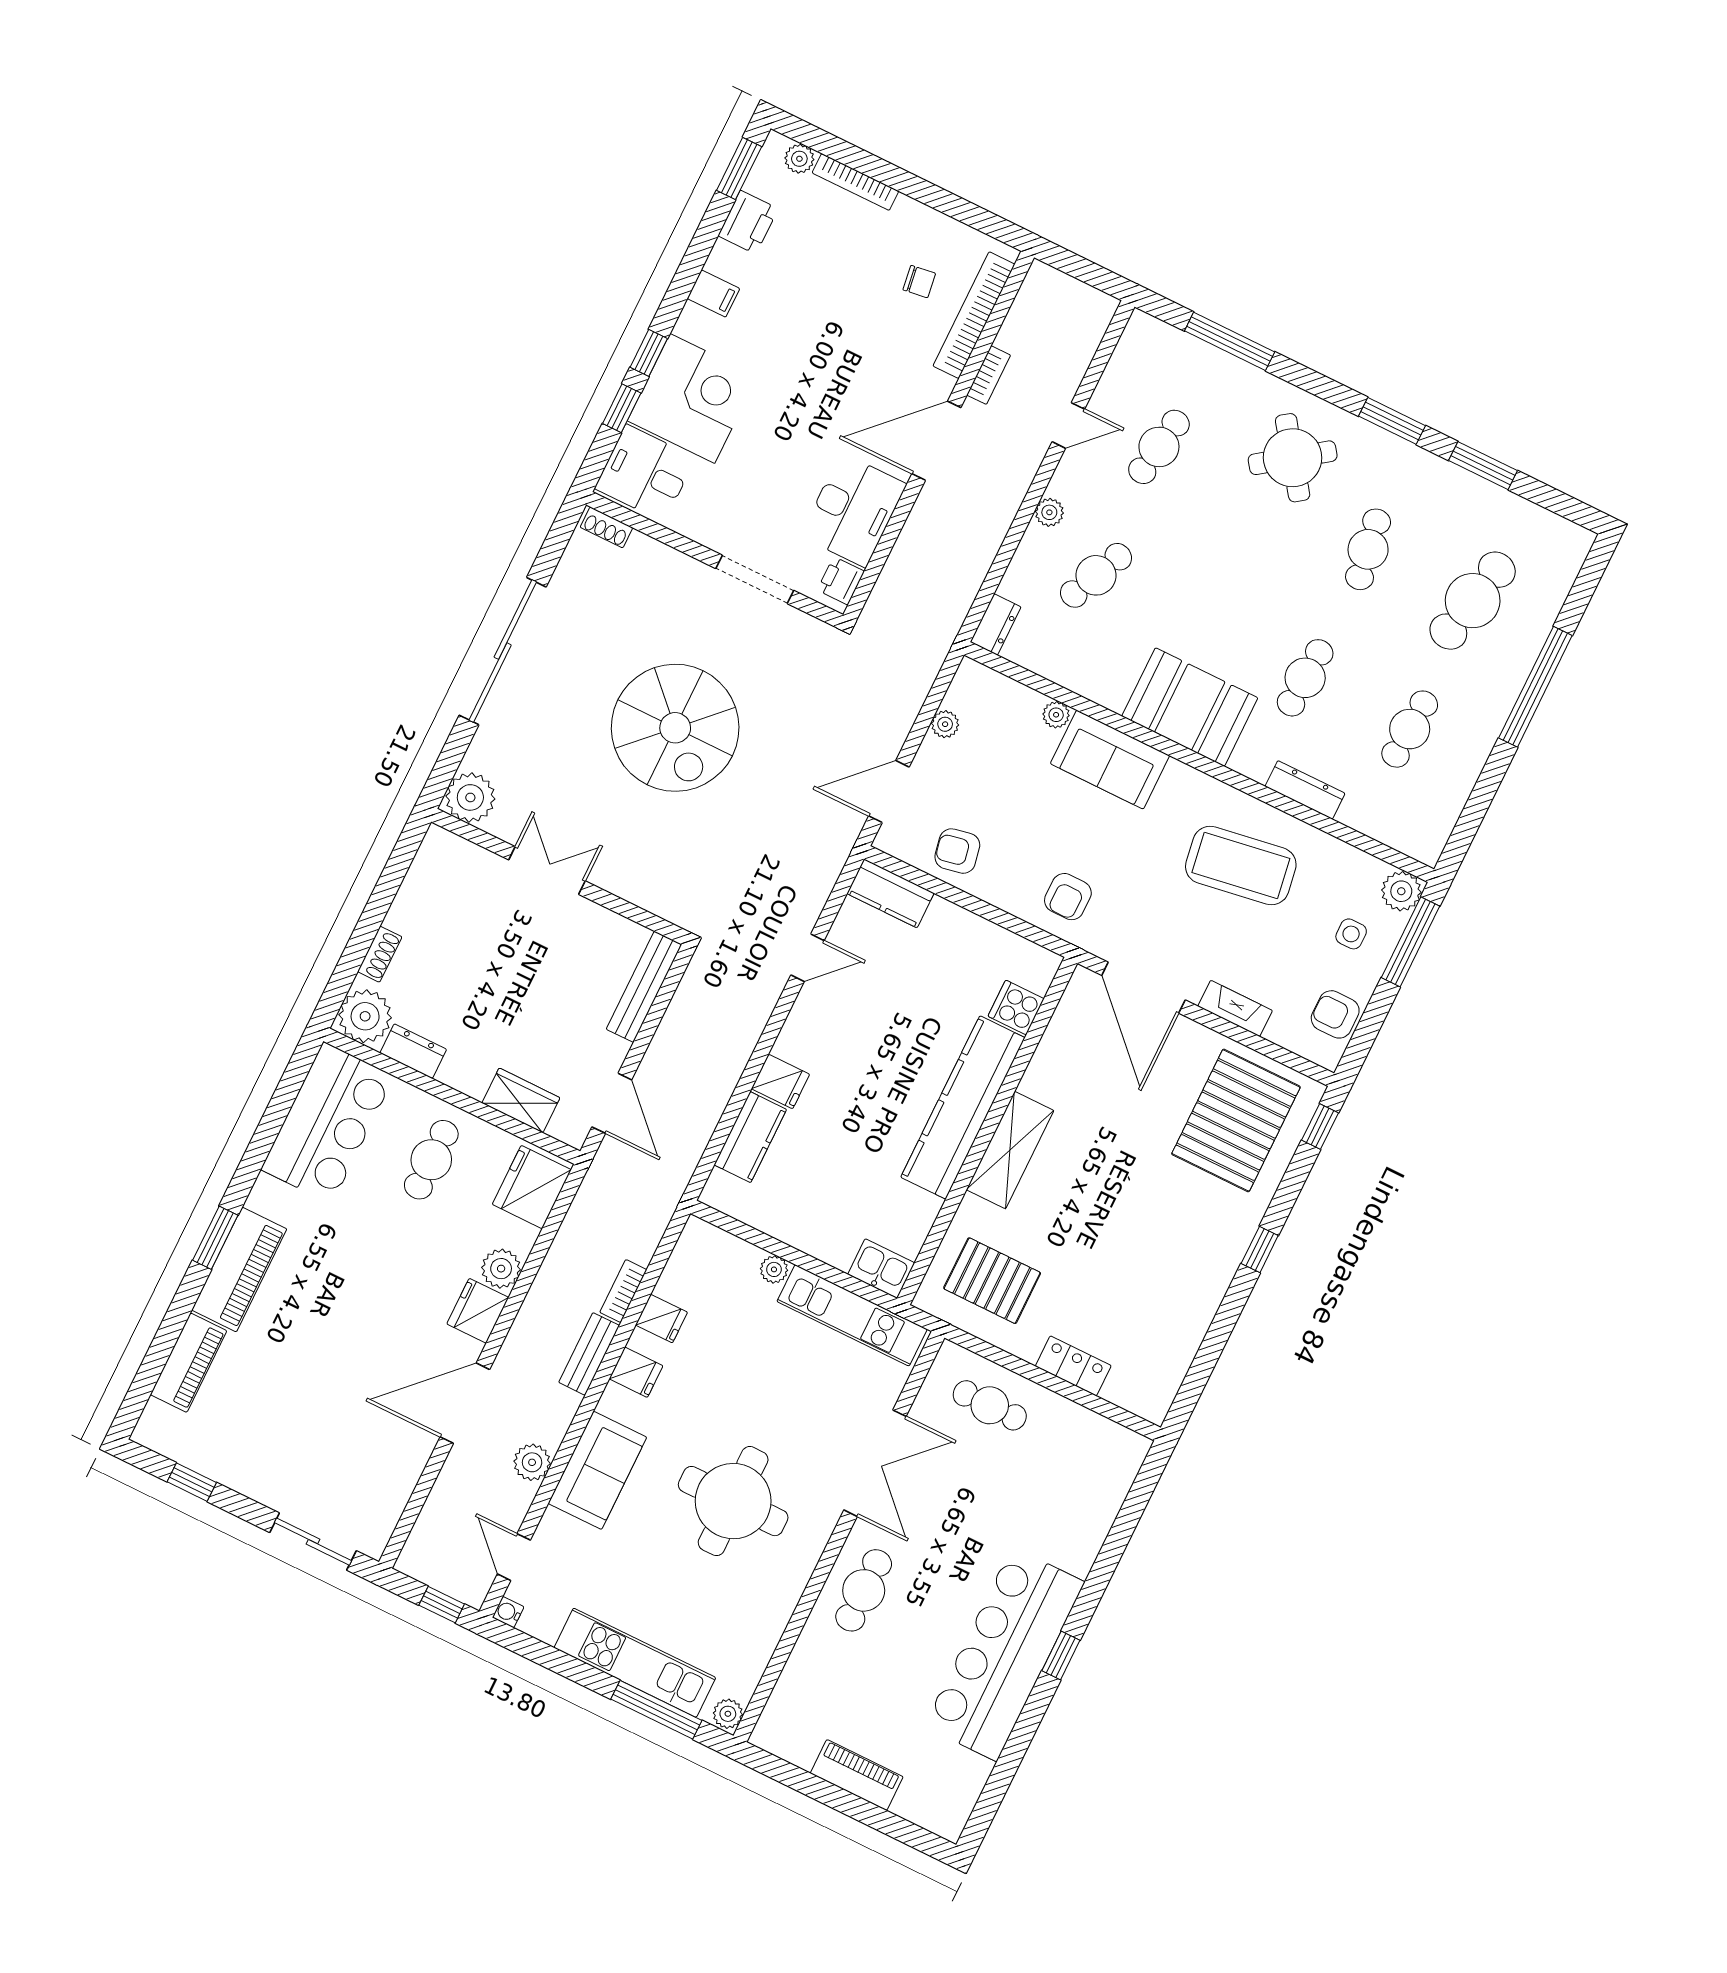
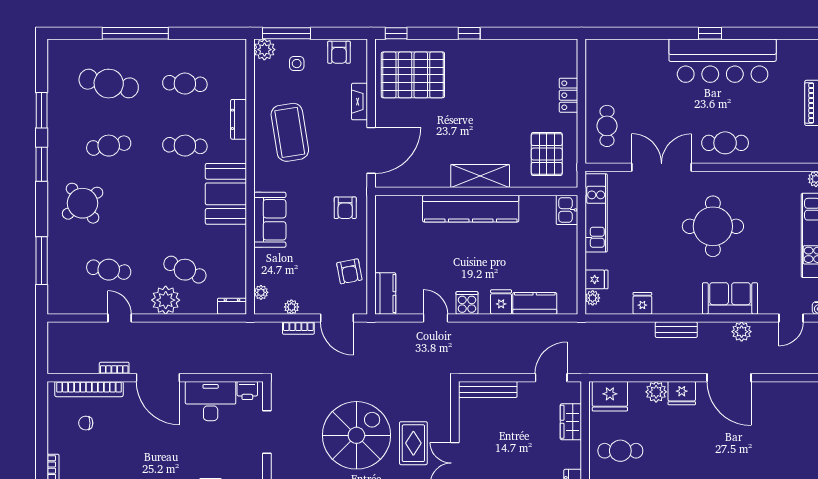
chair: (919, 282) -> (86, 423), turned -82
plant: (1049, 512) -> (166, 300), width x1.88, depth x1.88
plant: (1056, 715) -> (261, 292), moved
rug: (615, 817) -> (413, 443), added
armchair: (1068, 897) -> (345, 208), turned 90
cooker: (1016, 1007) -> (467, 303), moved, turned 180
plant: (774, 1269) -> (593, 298), moved
bookcase: (623, 1291) -> (298, 328), moved
fridge: (636, 1372) -> (596, 279), moved, turned 90

